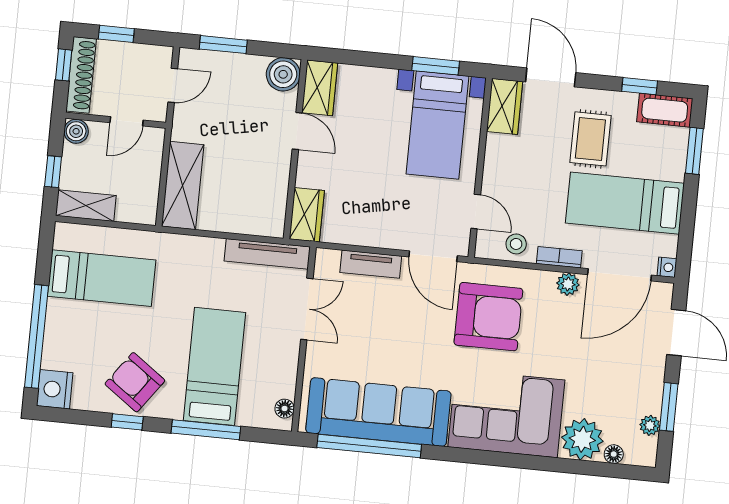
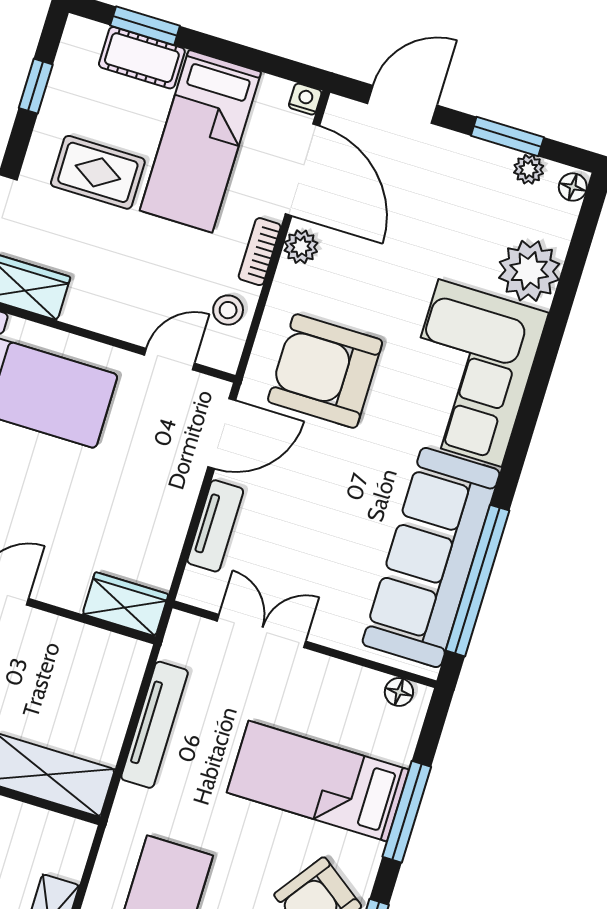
cot: (665, 110) -> (142, 58), moved, turned 90
tv unit: (267, 254) -> (155, 725), moved
armchair: (488, 317) -> (325, 371), turned -90
floor lamp: (614, 454) -> (573, 187), moved

